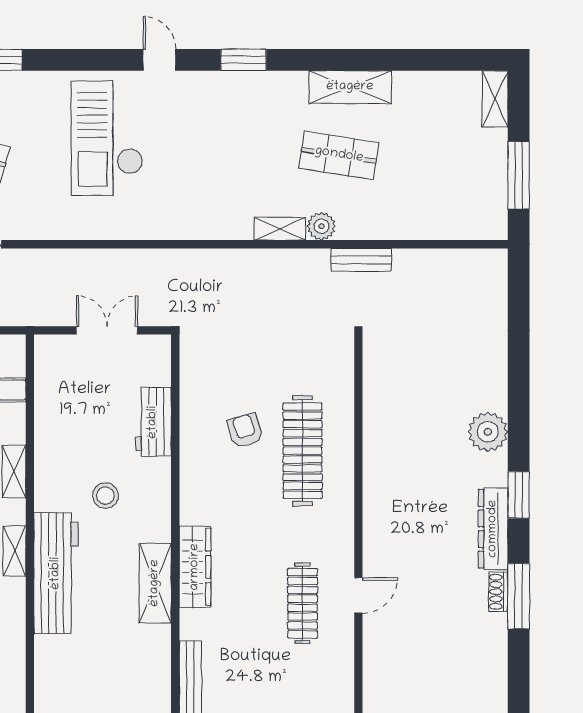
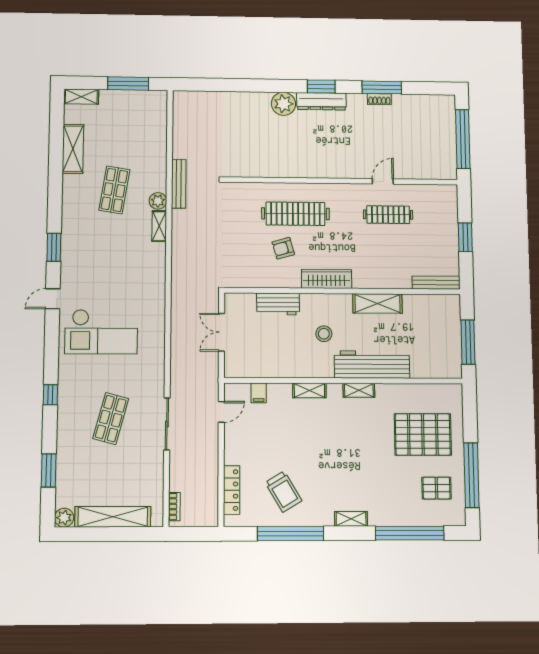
shelving: (350, 87) -> (73, 149), moved
bench: (361, 260) -> (179, 184), width x1.36
dresser: (493, 529) -> (321, 101), moved
wardrobe: (195, 567) -> (327, 279), moved
door: (358, 595) -> (383, 181), hinge flipped

